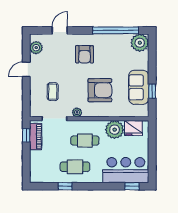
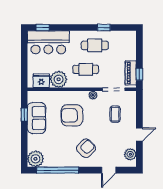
armchair: (84, 54) -> (86, 148), turned 45

